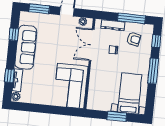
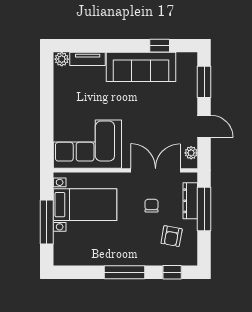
window: (131, 18) -> (204, 209), moved
window: (9, 76) -> (93, 46), removed
bed with nightstands: (130, 93) -> (85, 205), moved
window: (117, 116) -> (47, 222), width x1.44

